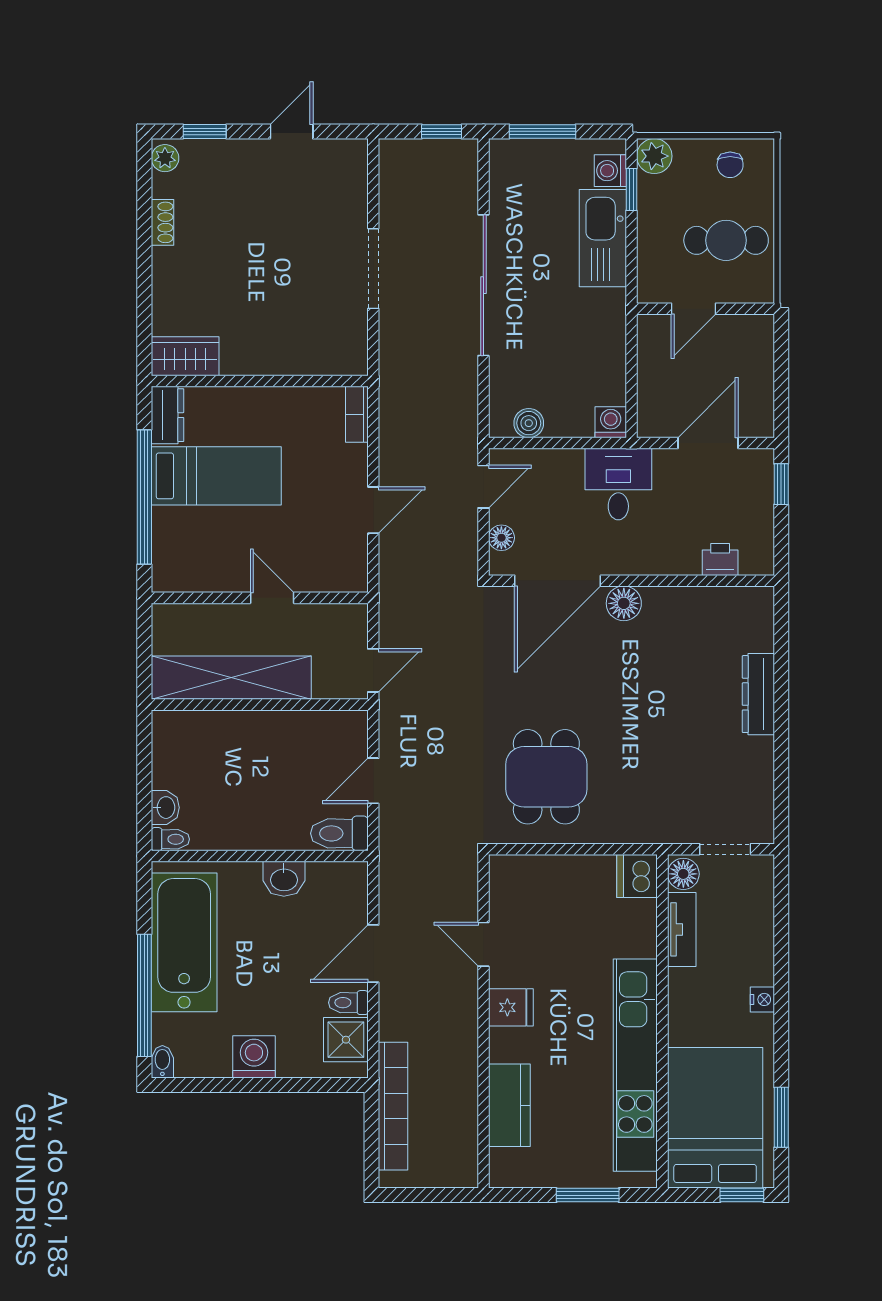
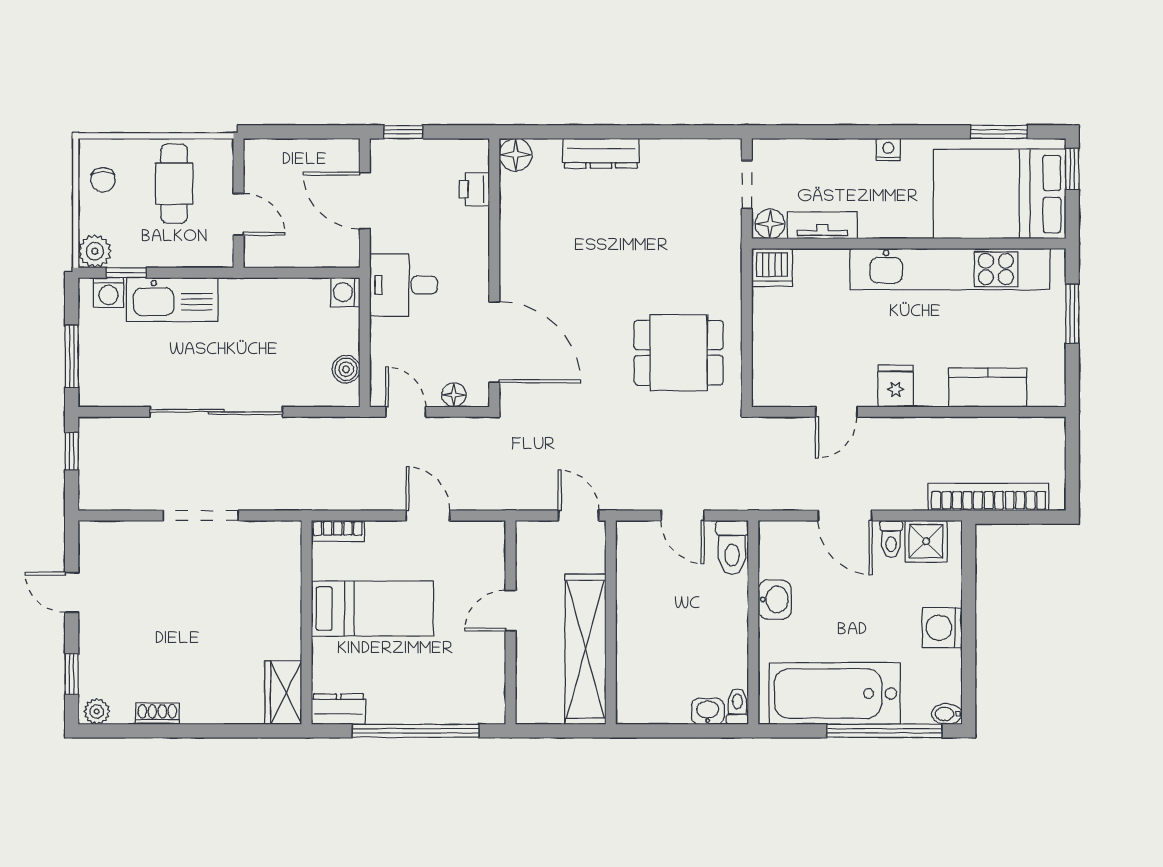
chair: (730, 165) -> (103, 180), turned 90
bed: (216, 476) -> (372, 609), moved, turned 90
floor lamp: (624, 603) -> (516, 155), moved

